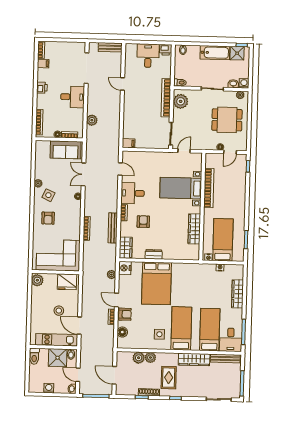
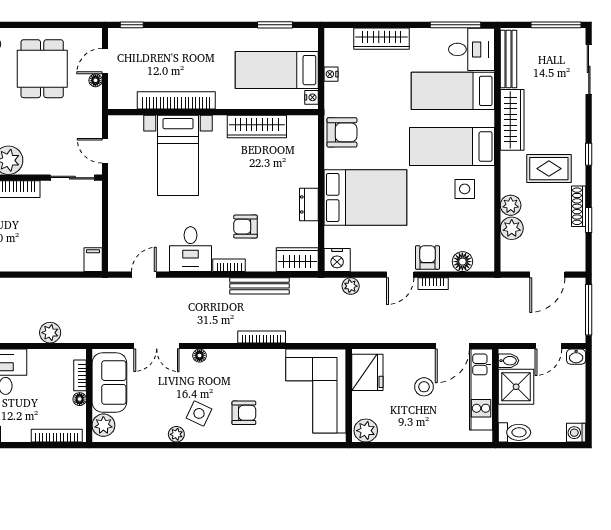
plant: (44, 146) -> (103, 425), added
door: (230, 152) -> (105, 61), swing flipped
armchair: (190, 272) -> (342, 132), added
washing machine: (49, 388) -> (576, 433), moved

